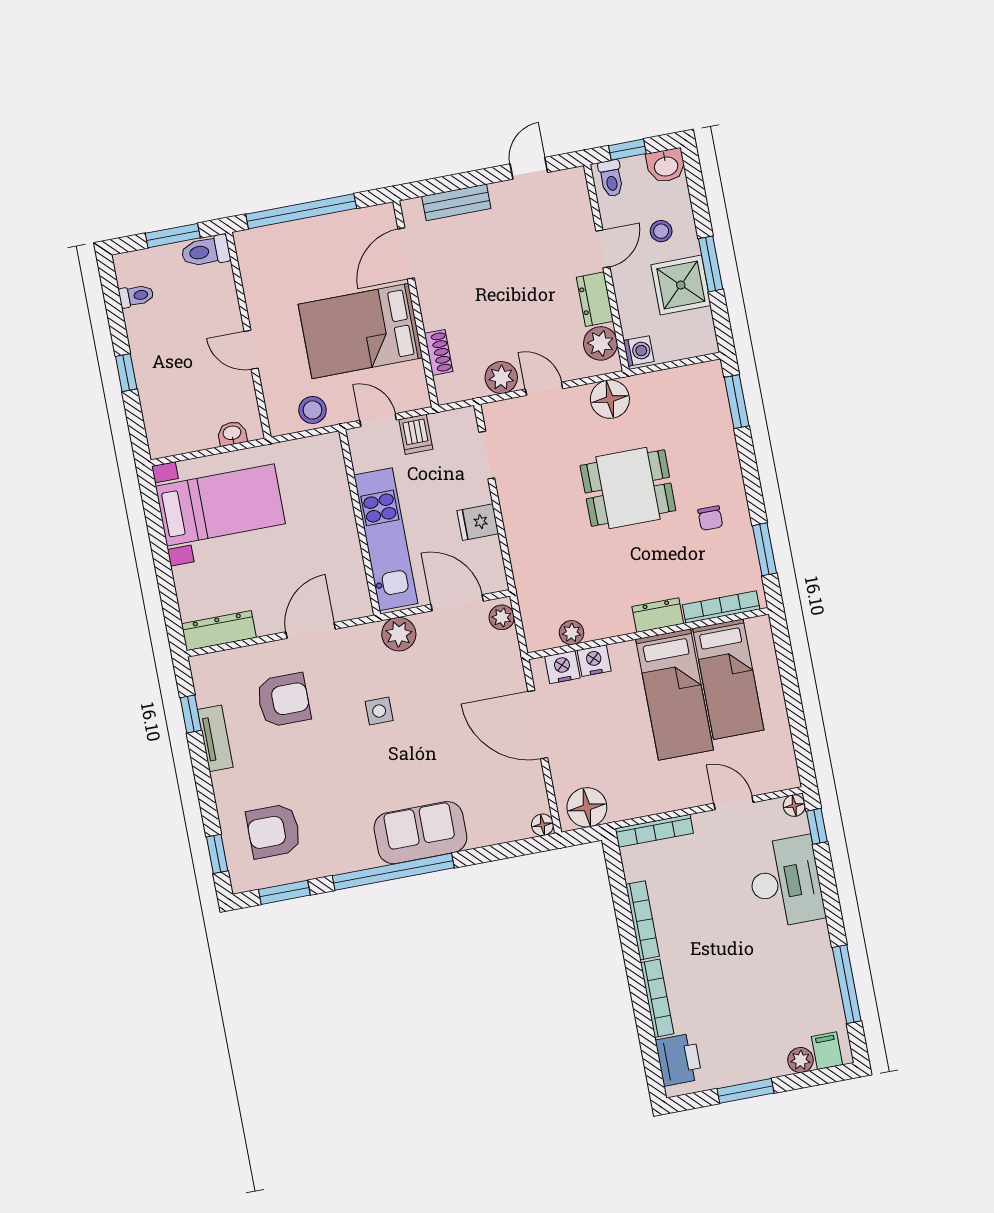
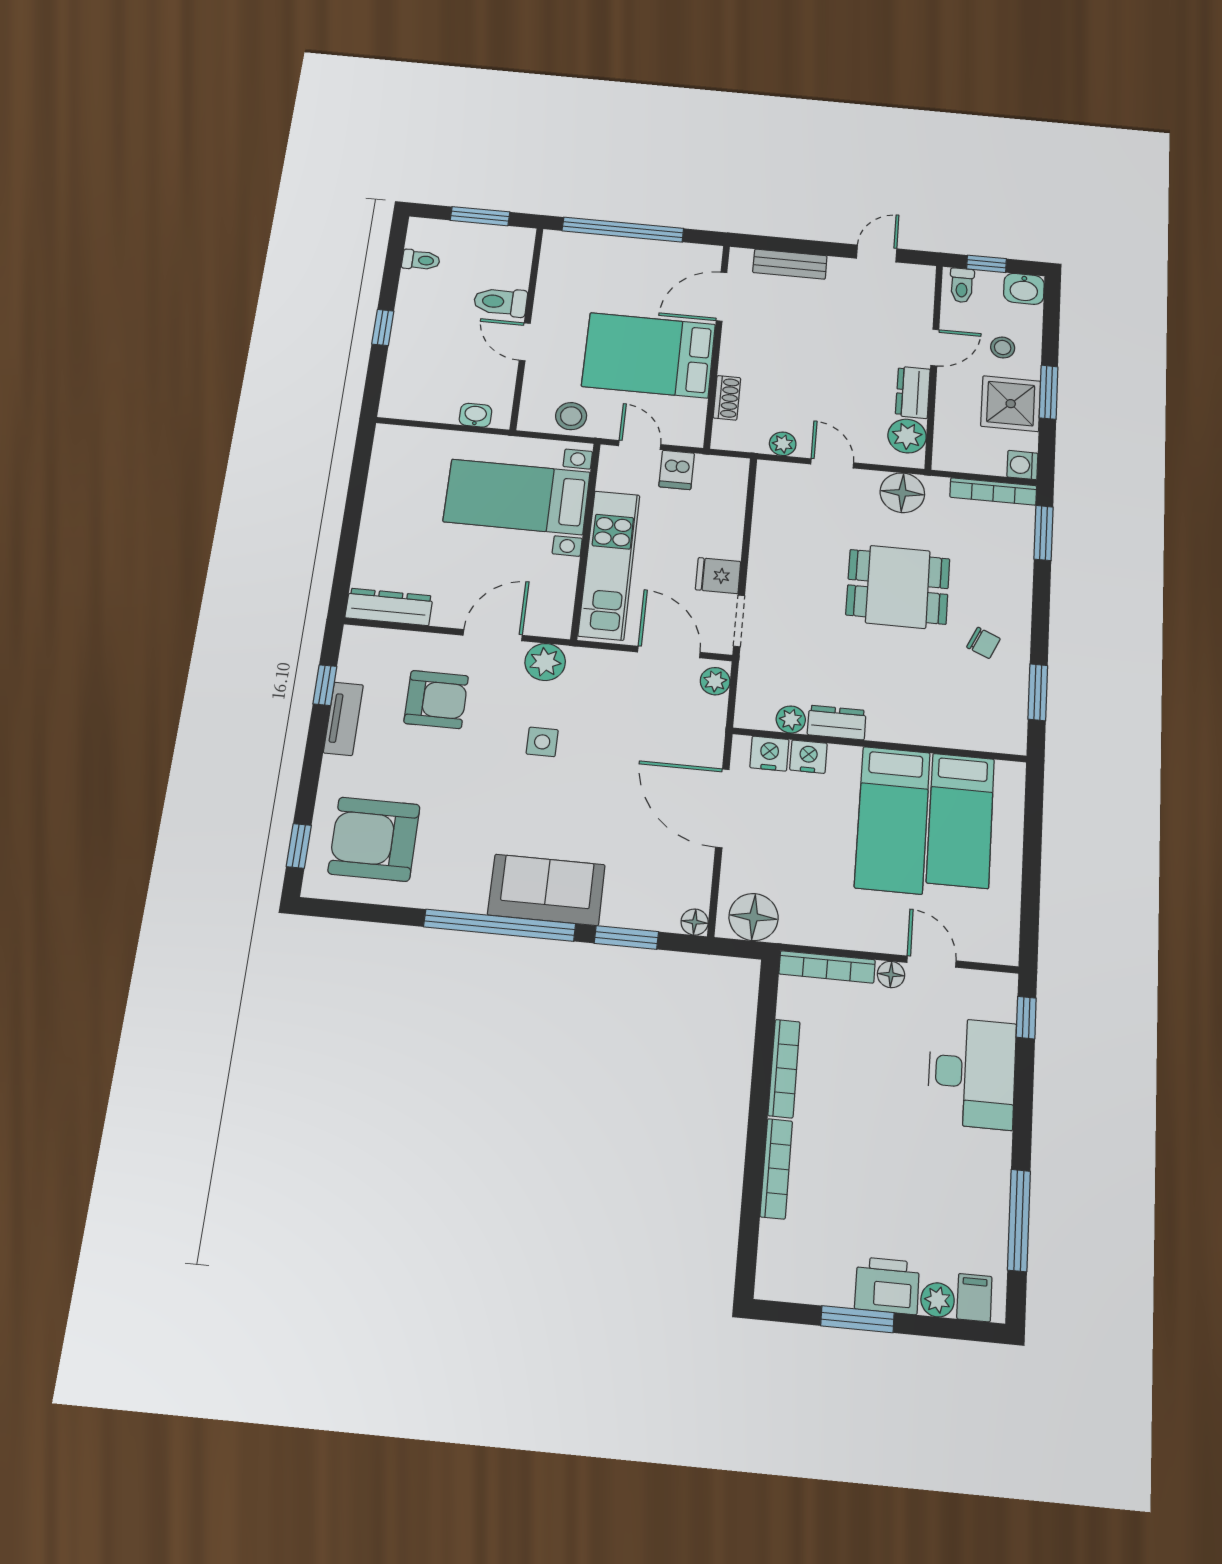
toilet: (206, 251) -> (500, 302), moved
washing machine: (639, 351) -> (1022, 465), moved, turned 180
plant: (501, 378) -> (783, 444), width x0.73, depth x0.73
doorway: (487, 455) -> (739, 621), moved
bed with nightstands: (220, 505) -> (517, 497), moved, turned 180
chair: (710, 518) -> (983, 643), turned -66
bookcase: (721, 607) -> (993, 491), moved, turned 180
dresser: (658, 615) -> (837, 723), moved
plant: (399, 634) -> (545, 662), moved
floor lamp: (794, 806) -> (891, 975), moved
armchair: (274, 831) -> (374, 839), width x1.36, depth x1.36
window: (284, 892) -> (626, 938), moved
printer: (679, 1060) -> (887, 1286), moved, turned -90

